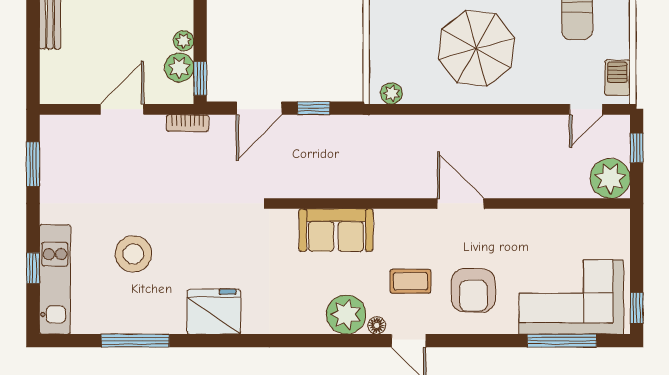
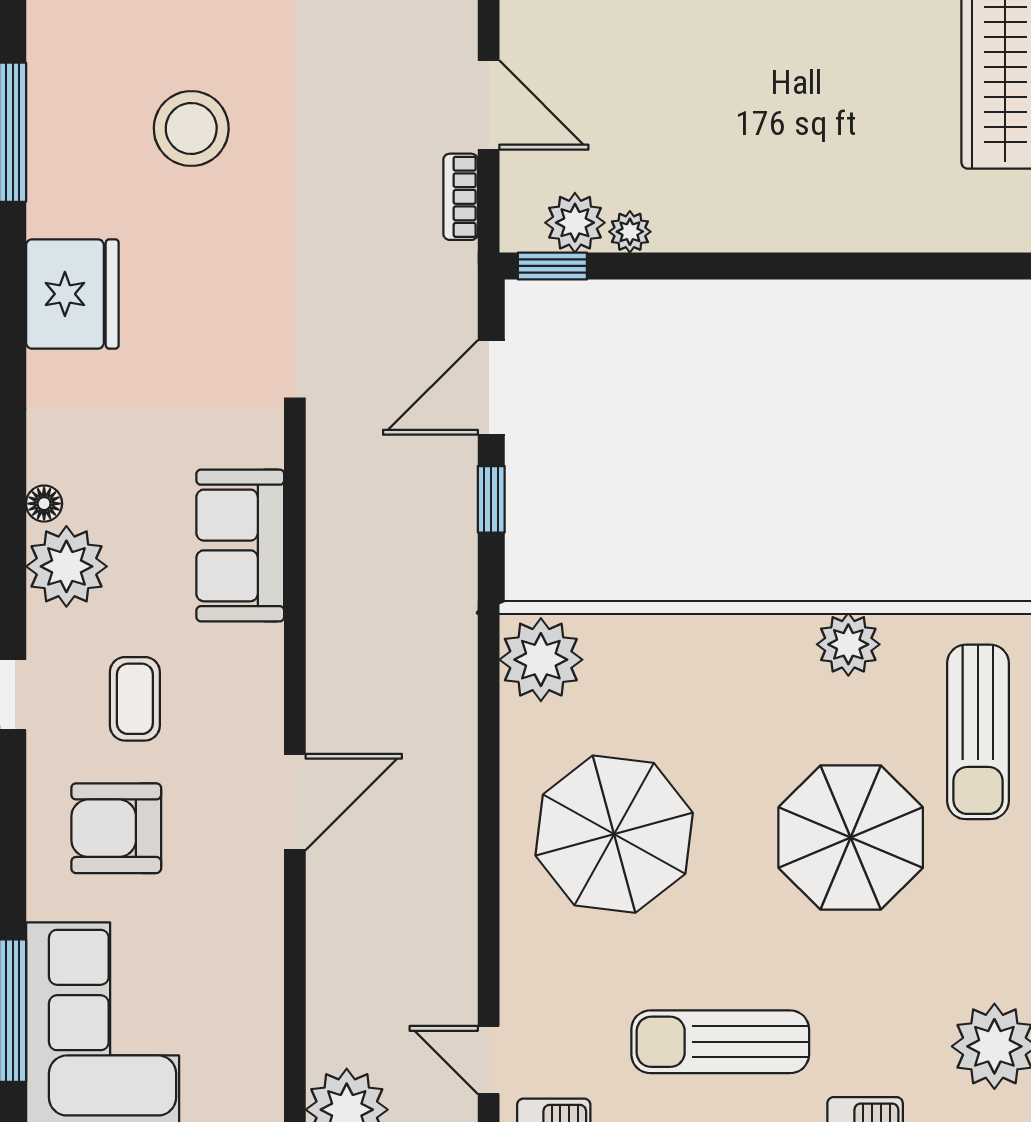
plant: (391, 93) -> (541, 660), width x1.88, depth x1.88
door: (259, 108) -> (491, 387), hinge flipped
bookcase: (188, 123) -> (461, 197), moved
floor lamp: (377, 325) -> (44, 504), moved

